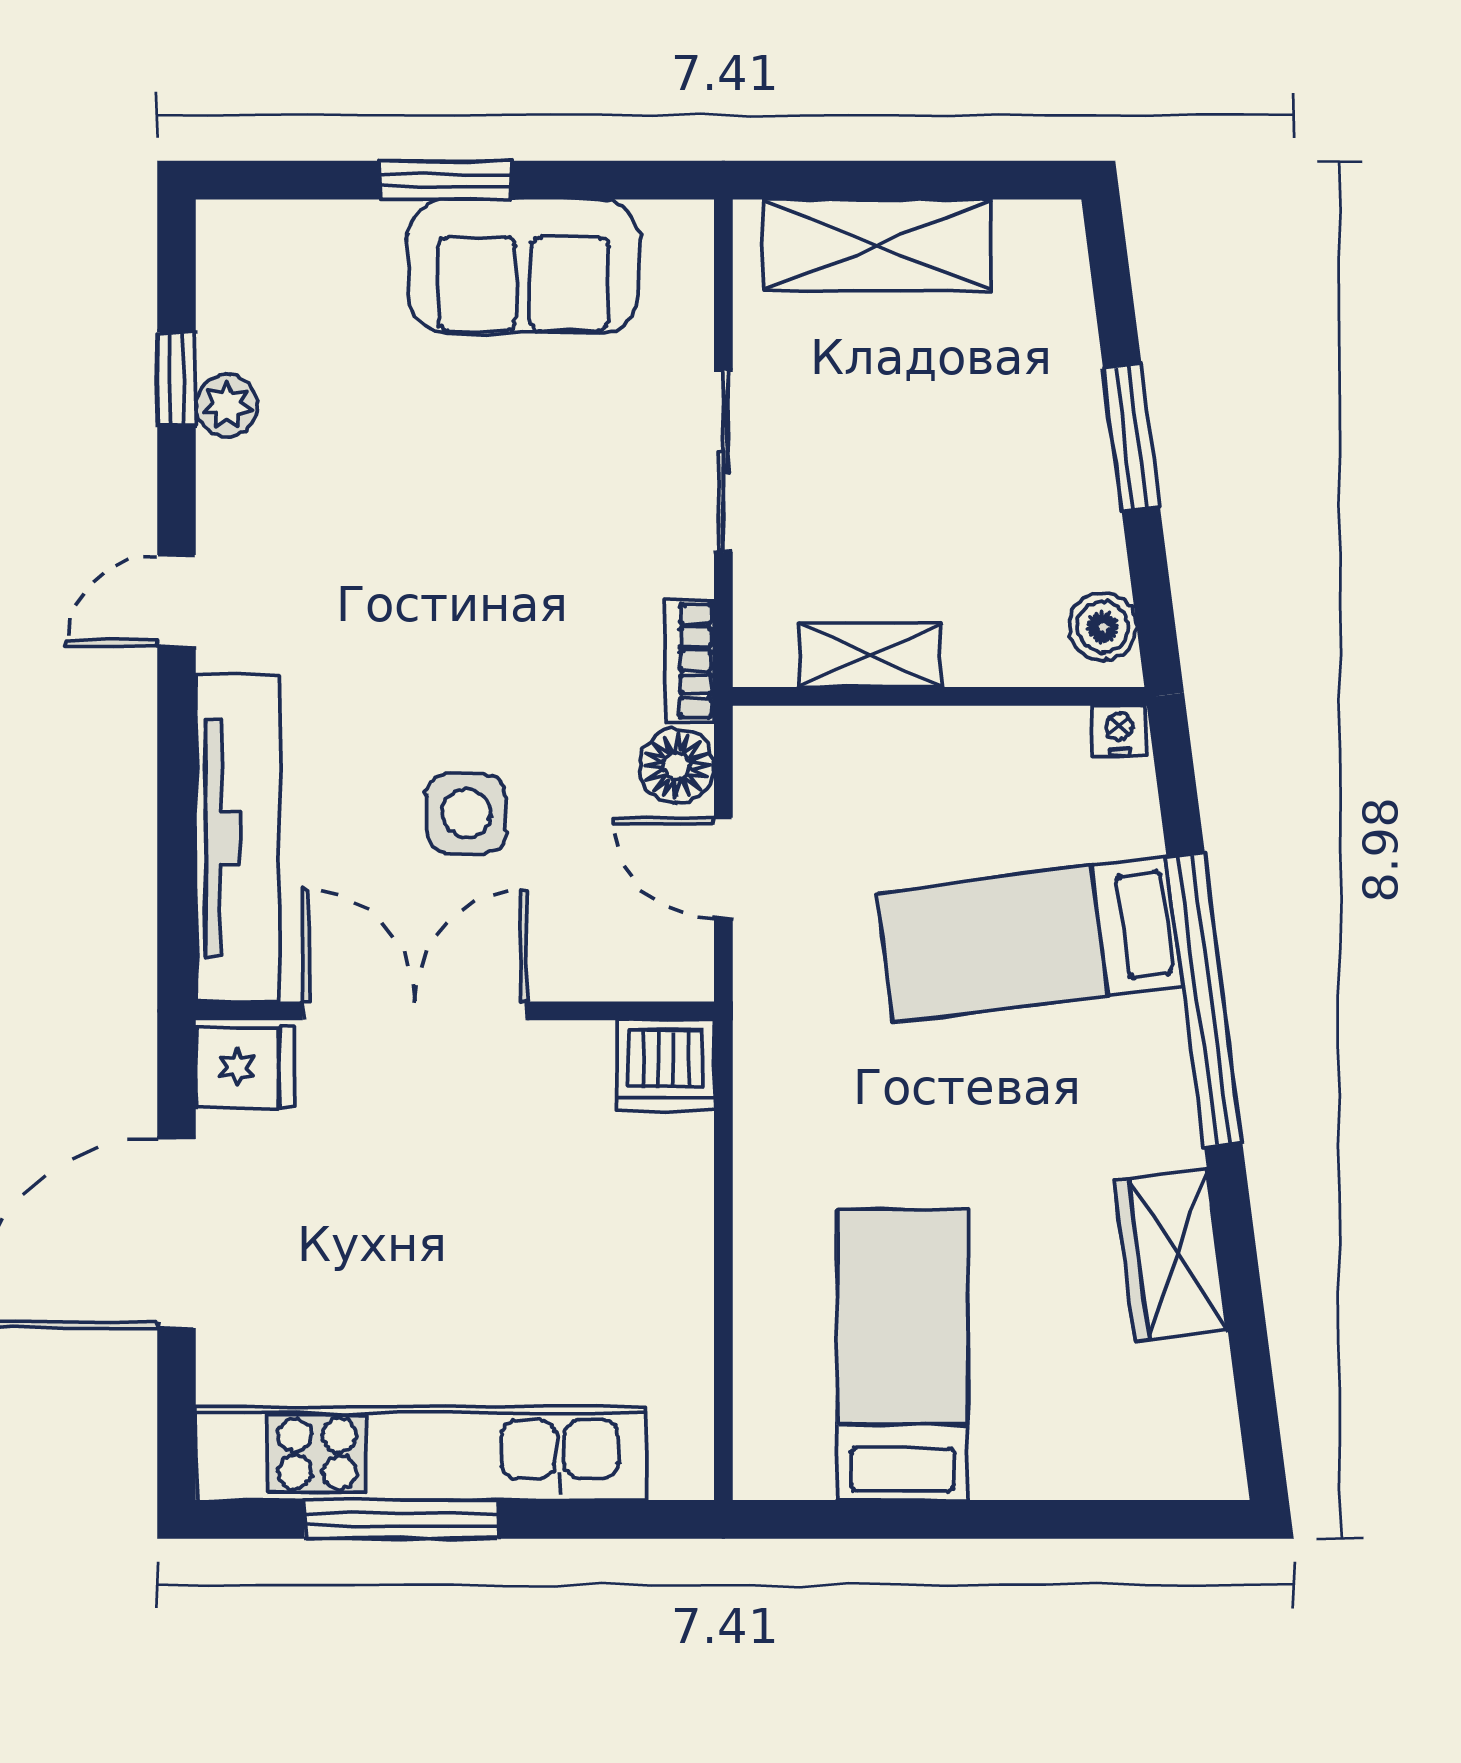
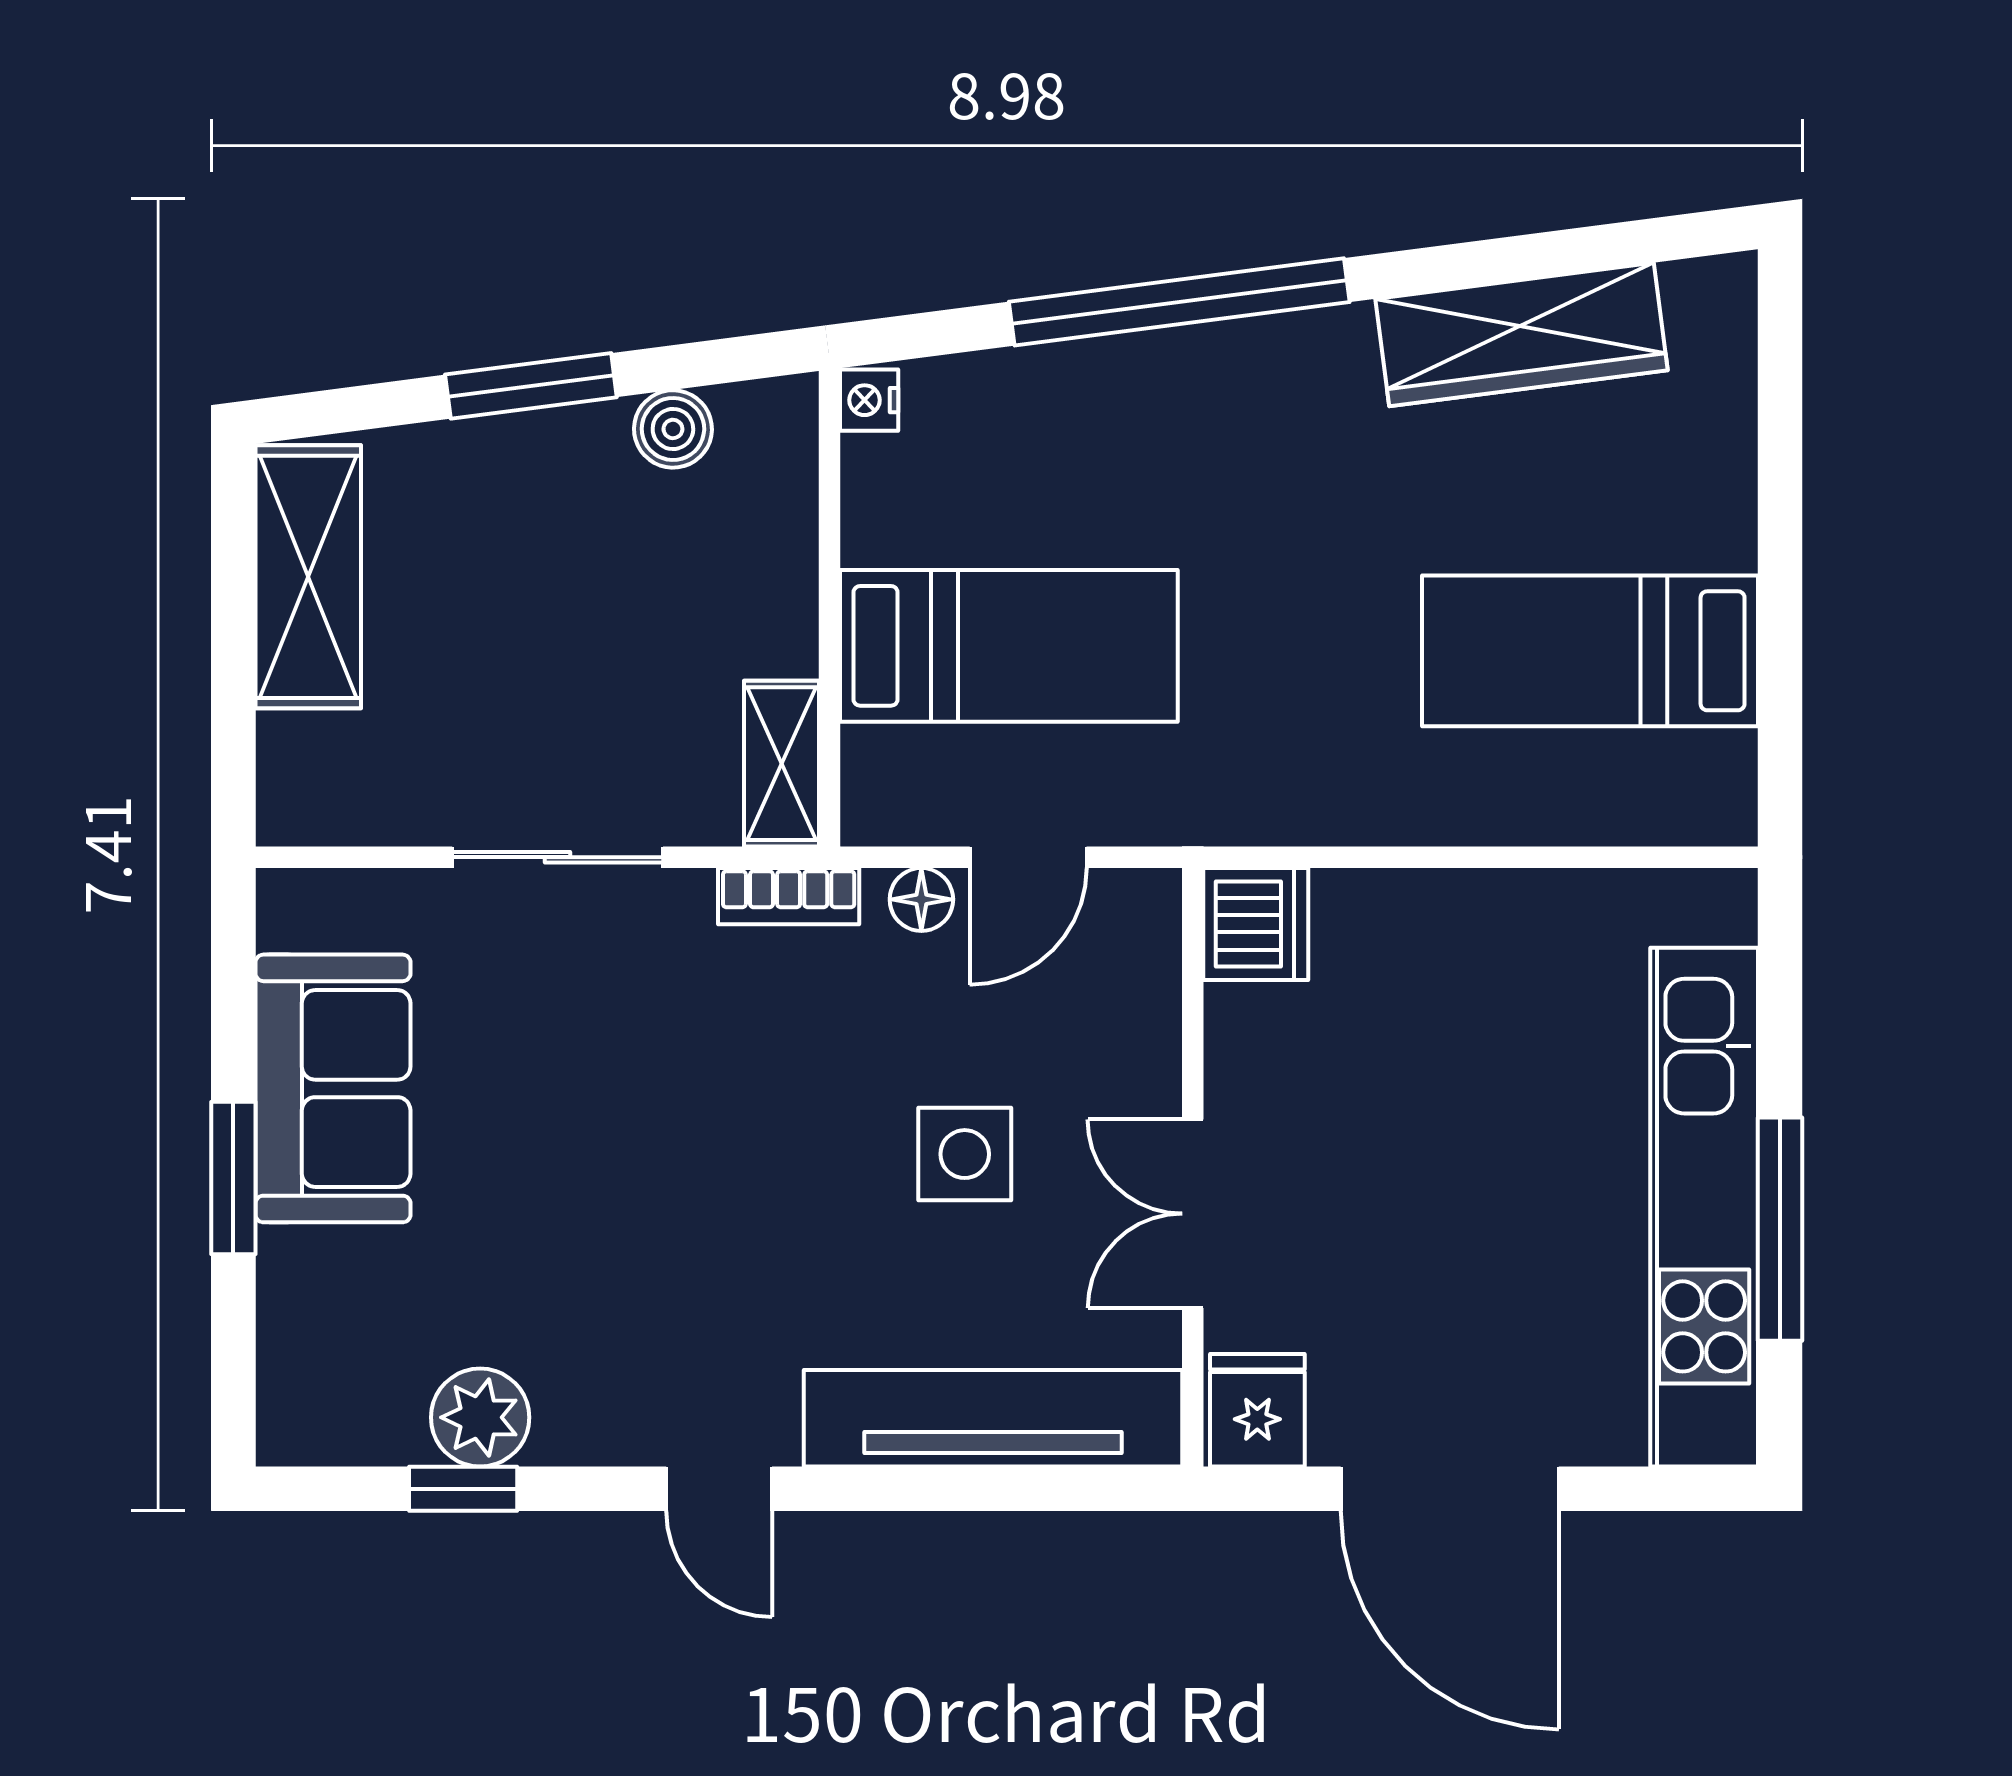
shelving: (877, 245) -> (308, 577), moved
plant: (227, 405) -> (480, 1417), width x1.38, depth x1.38
boiler: (1103, 627) -> (673, 429), moved
shelving: (870, 655) -> (782, 764), moved
floor lamp: (677, 766) -> (921, 899), width x0.73, depth x0.73
bed: (1030, 939) -> (1009, 646), moved, turned -83
double door: (415, 1011) -> (1193, 1214), width x0.73
wardrobe: (1171, 1255) -> (1522, 335), width x1.50

